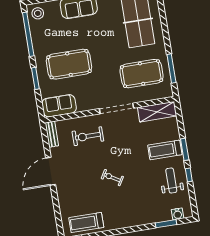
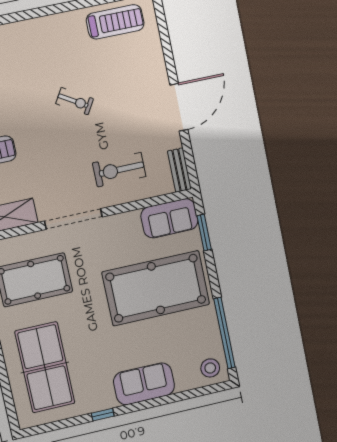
pool table: (69, 64) -> (156, 288), width x1.36, depth x1.32
window: (35, 78) -> (204, 233), moved
exercise bike: (88, 136) -> (119, 170), turned 180

